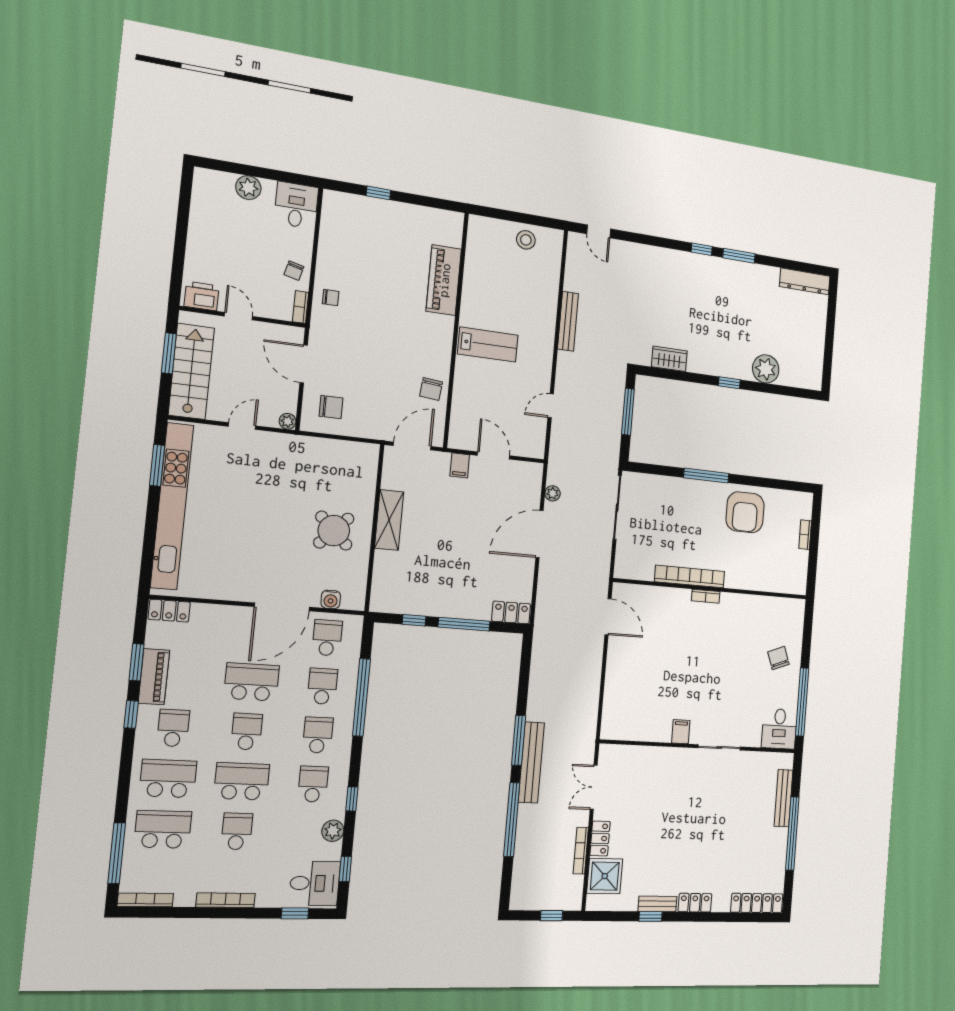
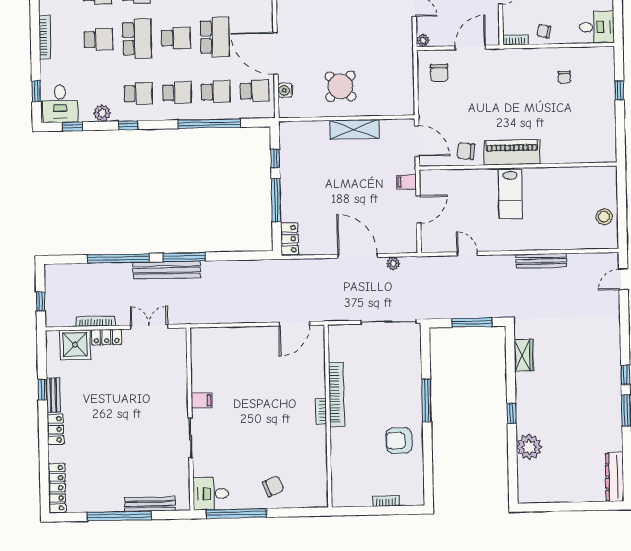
piano: (444, 280) -> (512, 152), moved
chair: (331, 298) -> (564, 77), moved
armchair: (745, 512) -> (399, 441), width x0.73, depth x0.73

